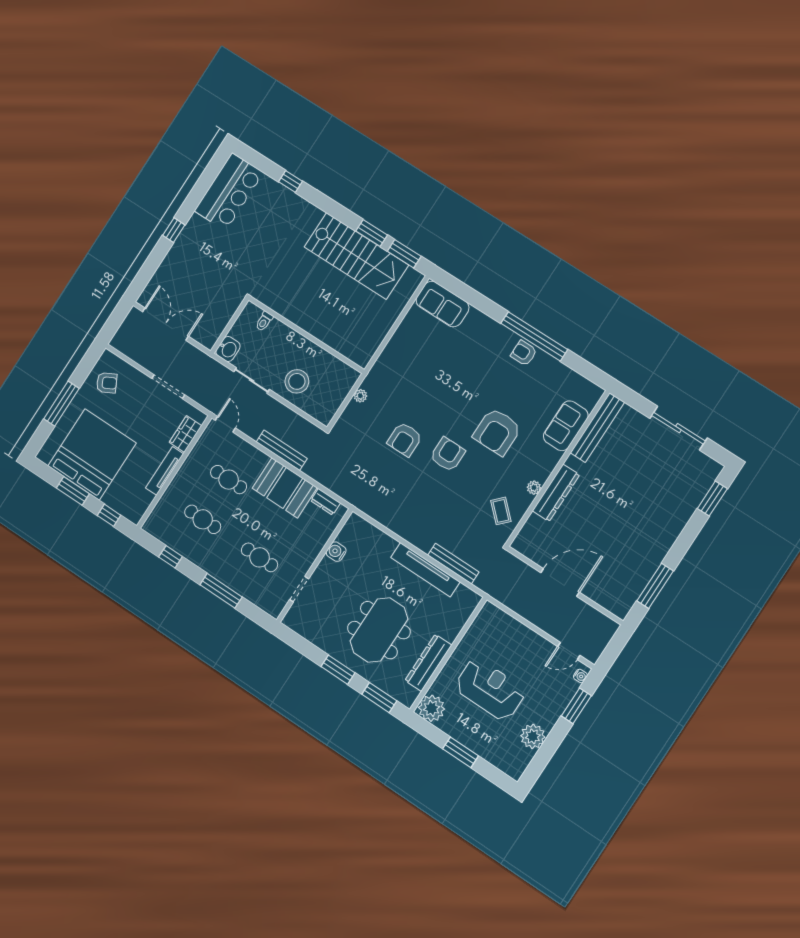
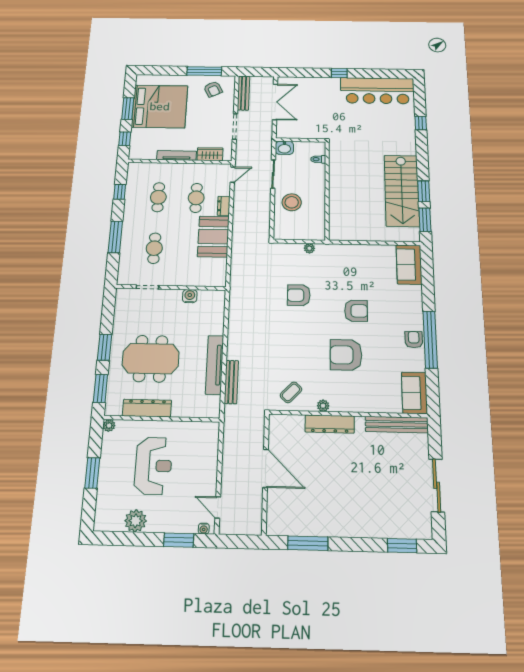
bar counter: (229, 192) -> (377, 91), width x1.36
window: (61, 404) -> (204, 71), moved
sofa: (566, 426) -> (414, 393), moved, turned -90
bench: (282, 450) -> (243, 93), moved
armchair: (448, 454) -> (356, 311), moved
dresser: (325, 502) -> (224, 206), moved
plant: (432, 708) -> (109, 426), width x0.53, depth x0.53

